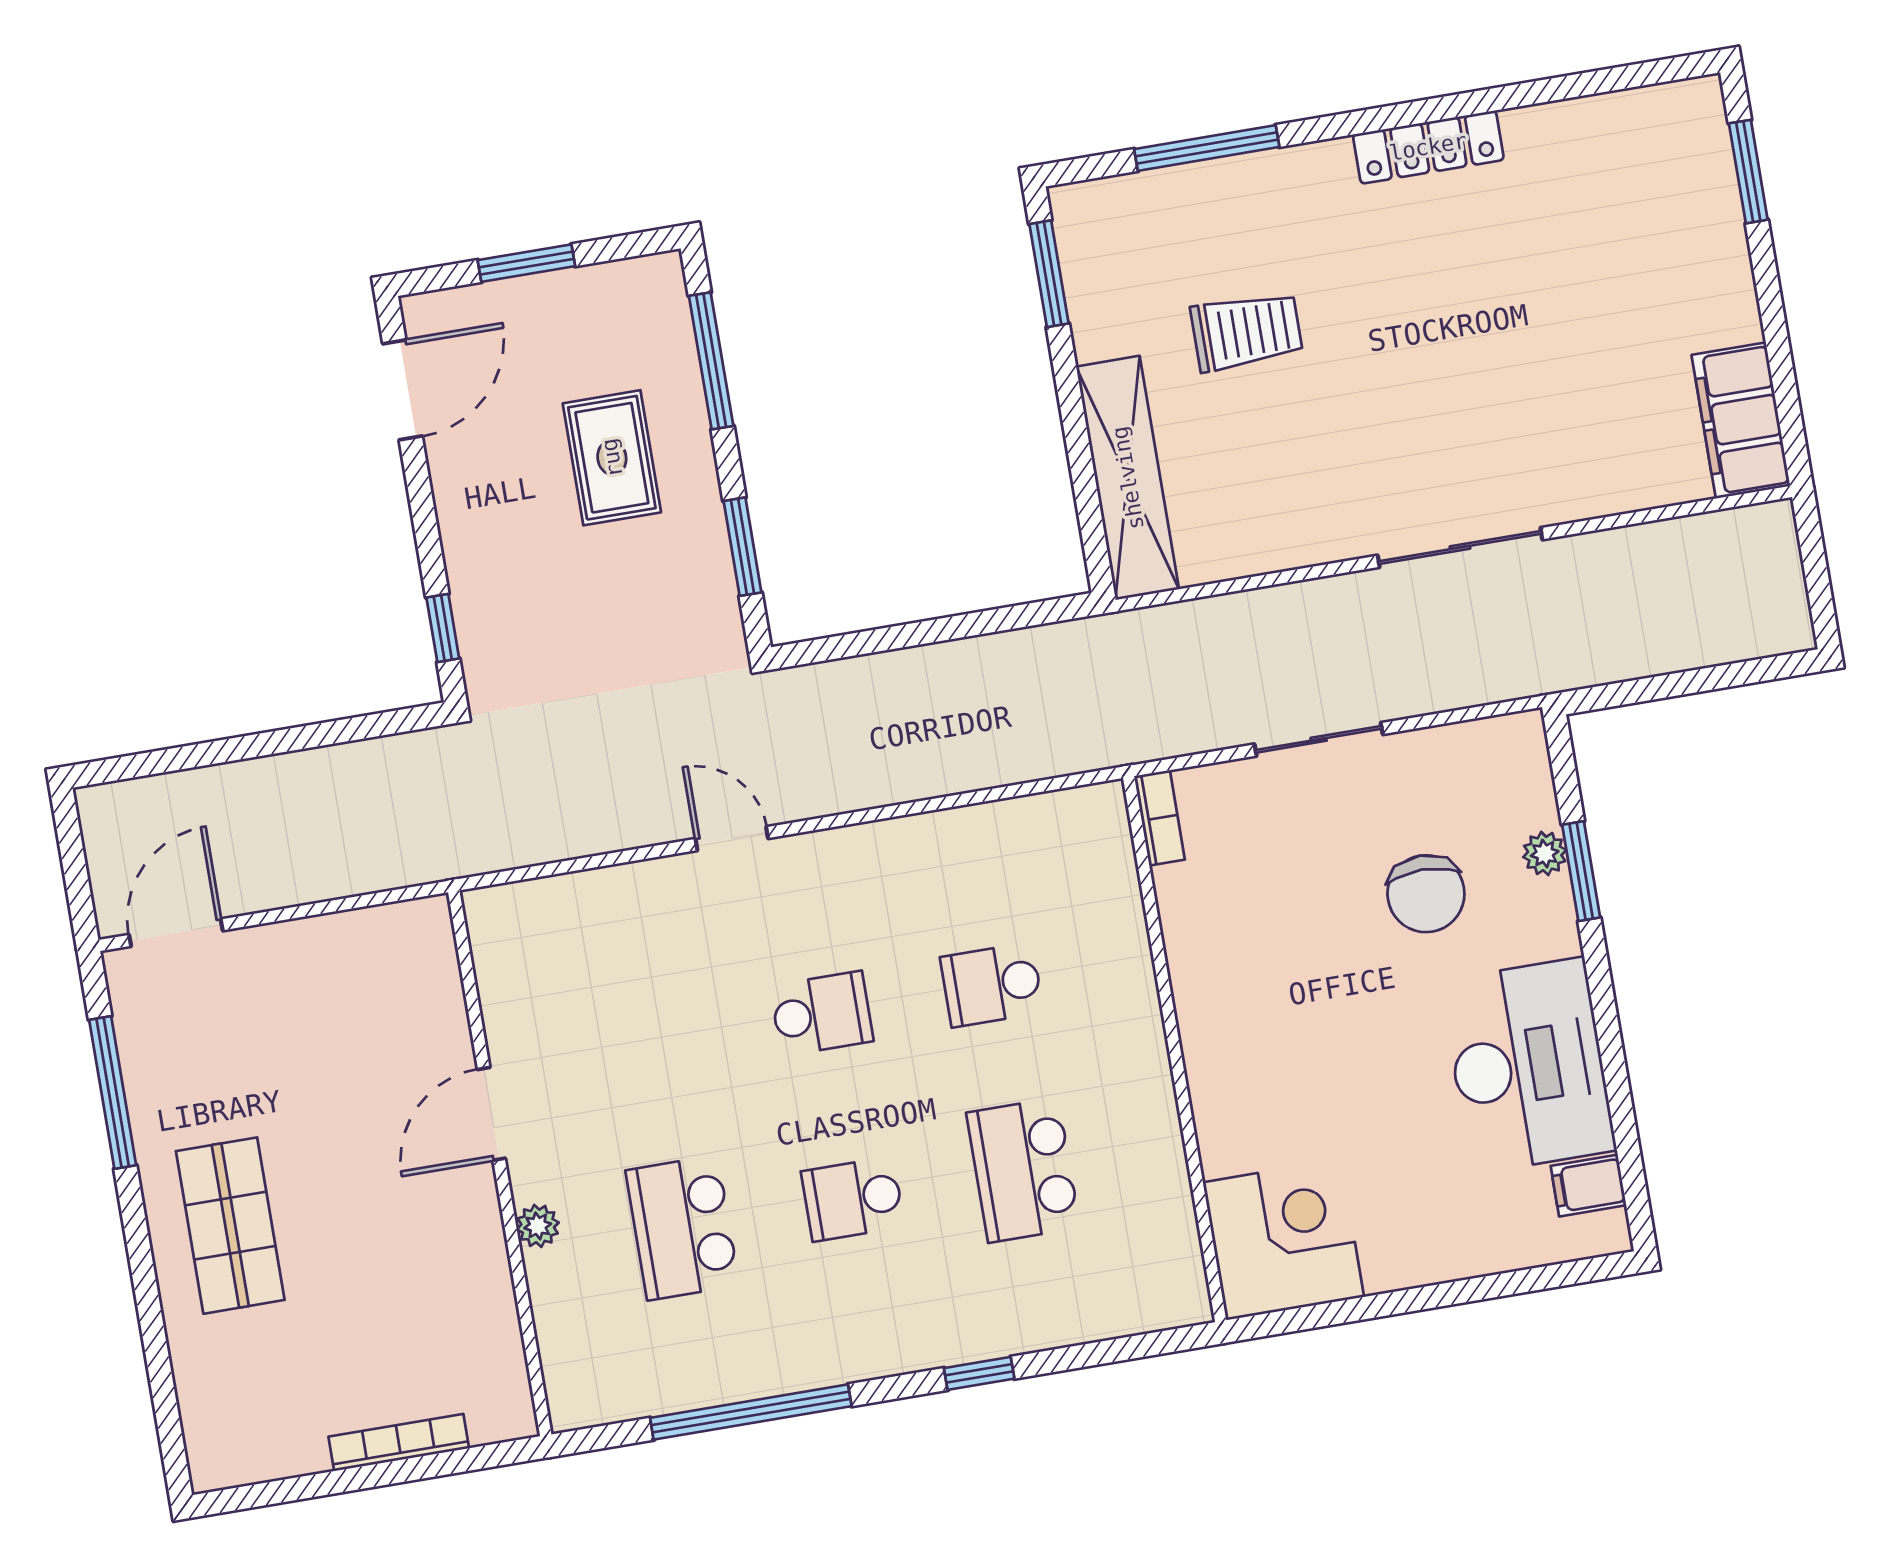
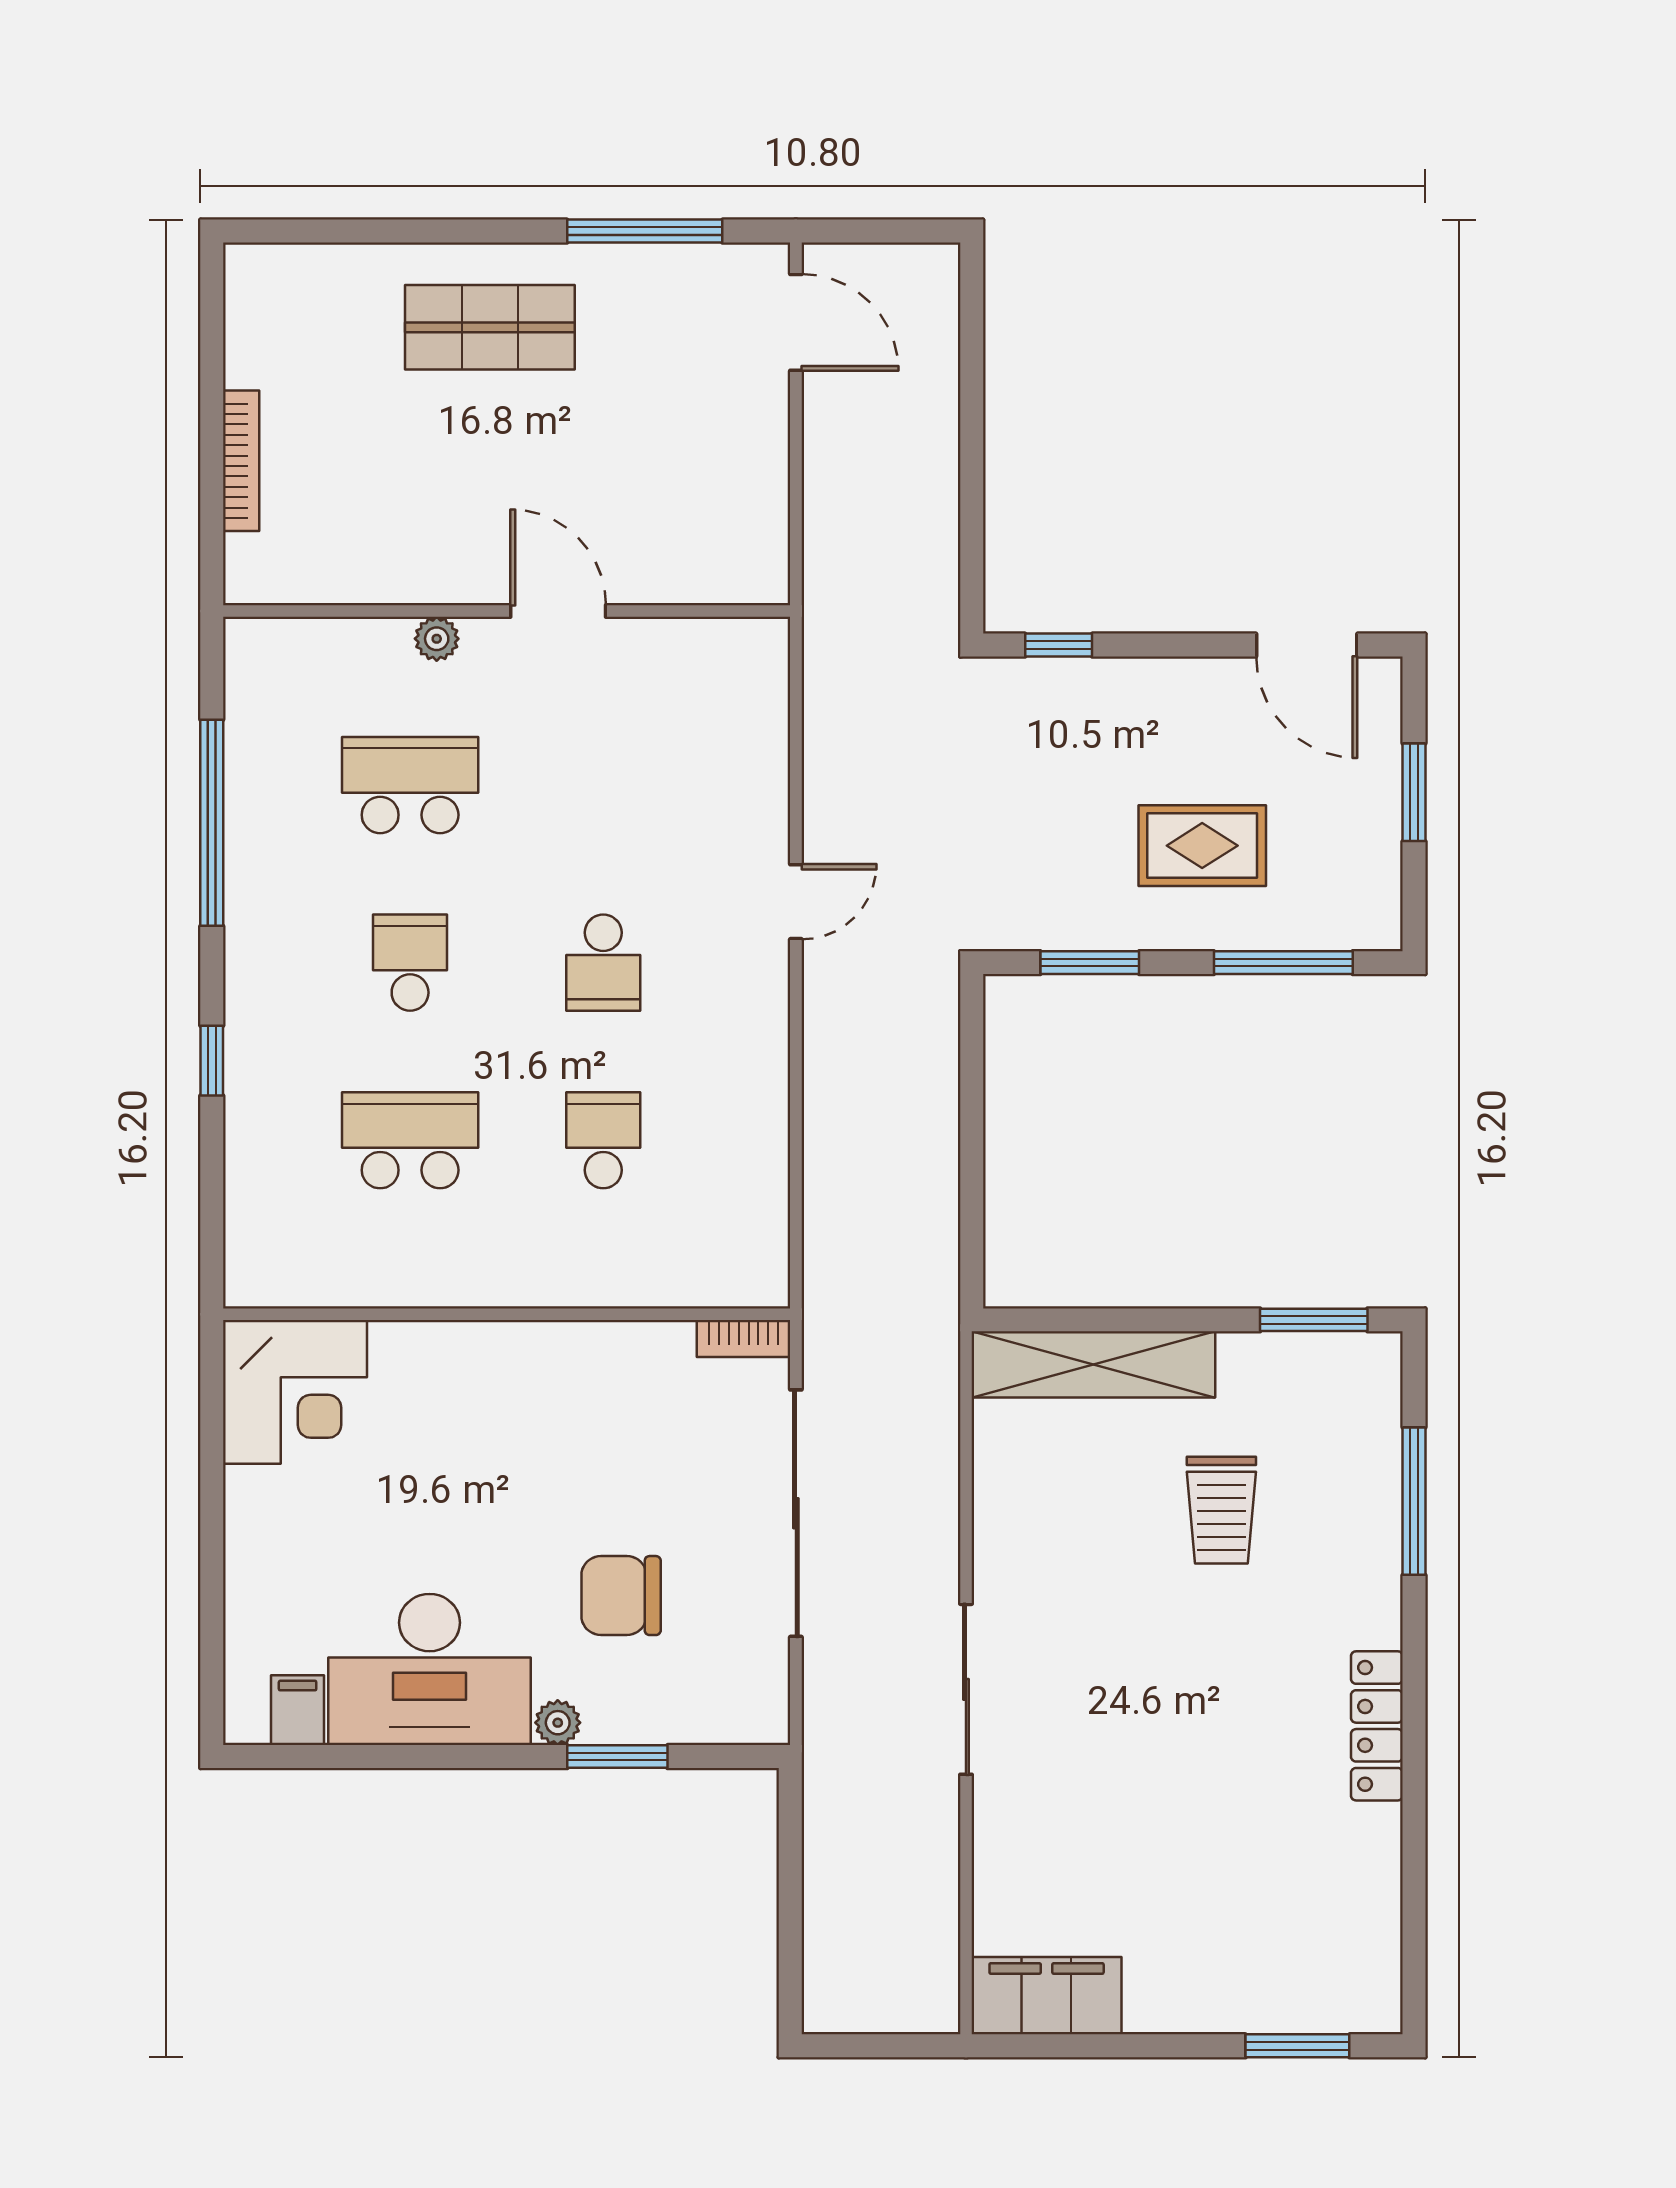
sliding door: (1319, 739) -> (796, 1513), width x1.86
plant: (1545, 854) -> (558, 1723), moved

